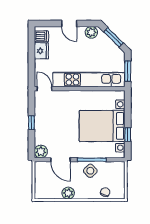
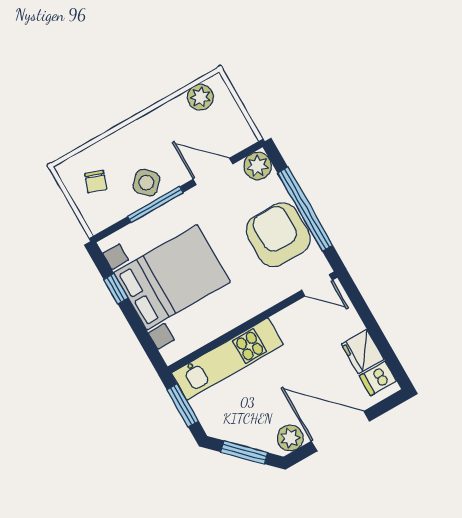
door: (69, 23) -> (340, 431), width x1.87
kitchen unit: (89, 80) -> (227, 359), width x0.73
armchair: (49, 119) -> (278, 235), added
window: (32, 123) -> (305, 209), width x3.17
chair: (105, 192) -> (96, 181), moved
plant: (68, 193) -> (200, 97), moved

